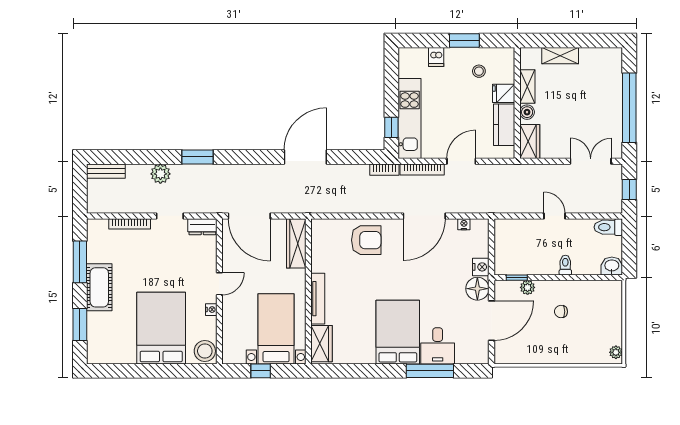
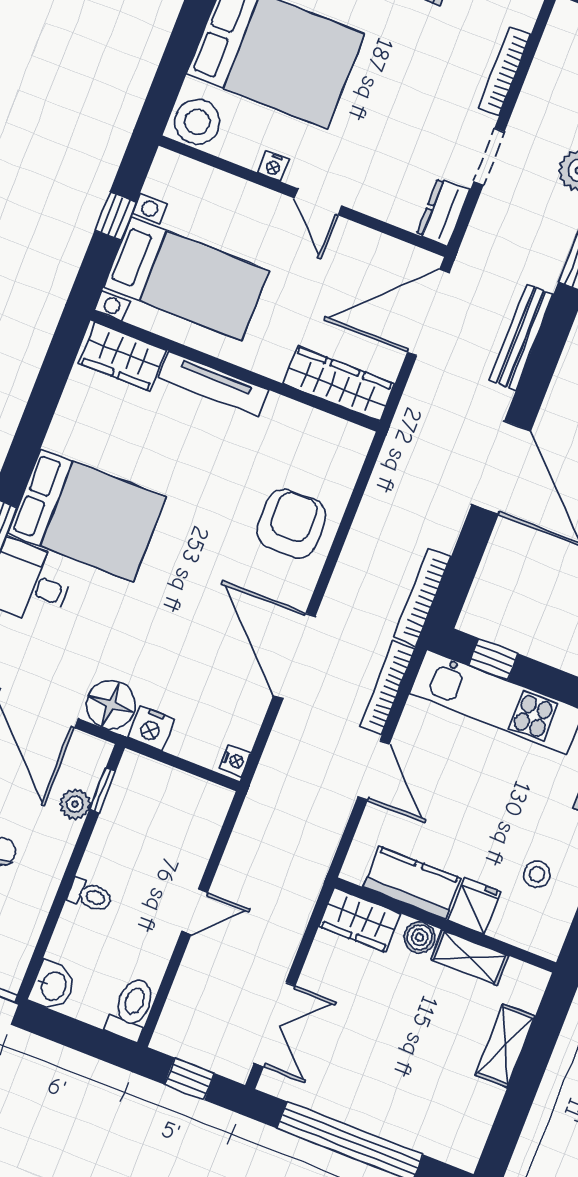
bookcase: (384, 170) -> (422, 597), width x1.56
bench: (244, 171) -> (521, 337), added
nightstand: (464, 224) -> (235, 761), moved
armchair: (366, 240) -> (291, 524), turned 180

